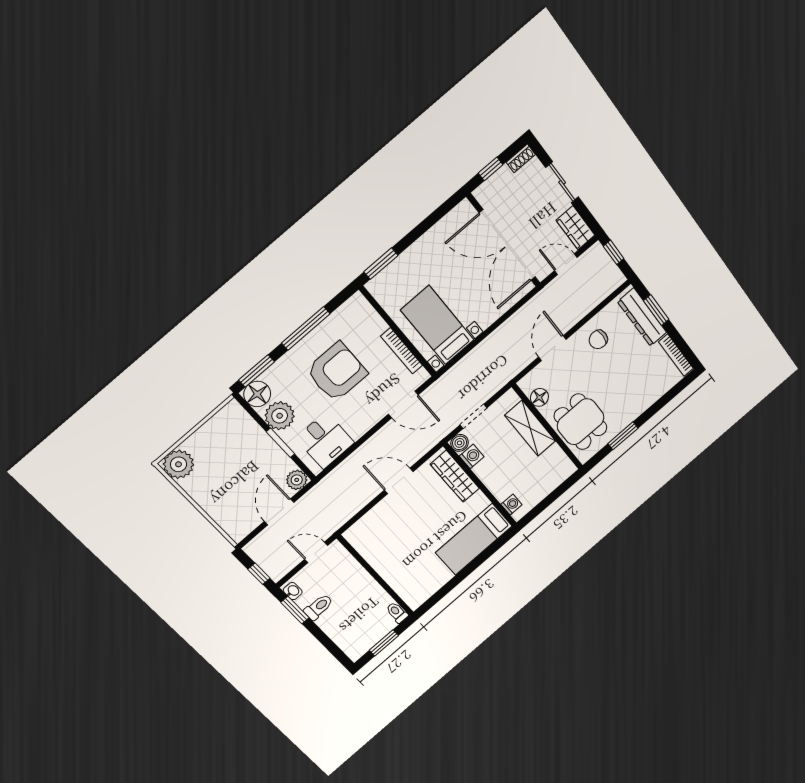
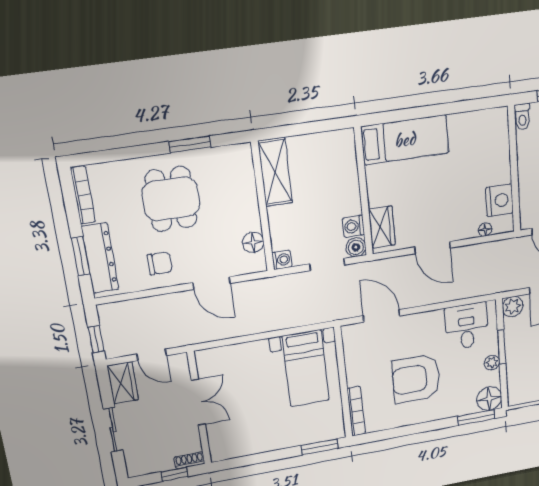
shoe rack: (521, 158) -> (189, 460), moved
double door: (507, 245) -> (198, 402), width x0.54
window: (306, 328) -> (415, 429), removed
door: (552, 348) -> (212, 283), hinge flipped
bookcase: (402, 351) -> (356, 411), moved
plant: (280, 416) -> (492, 363), width x0.53, depth x0.53
dining table: (581, 422) -> (171, 199), moved
shelving: (530, 428) -> (275, 172), moved
wardrobe: (455, 476) -> (382, 227), width x0.67
washing machine: (511, 505) -> (282, 260), moved, turned 180
floor lamp: (366, 521) -> (485, 230), added
nightstand: (370, 548) -> (499, 200), added

